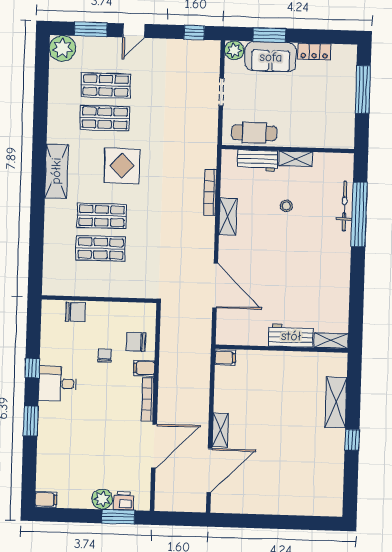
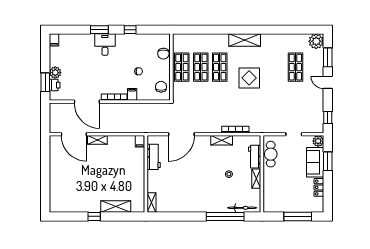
shop shelf: (105, 118) -> (182, 67), moved
bicycle: (344, 206) -> (242, 208), moved
workbench: (291, 336) -> (154, 157), moved
chair: (136, 342) -> (161, 87), moved
desk: (58, 384) -> (105, 45), moved

